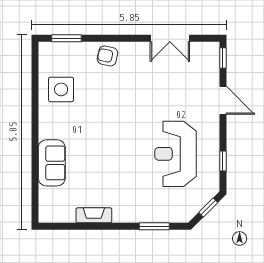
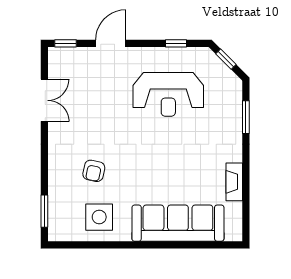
armchair: (107, 56) -> (94, 171), moved
sofa: (52, 163) -> (178, 223), width x1.85, depth x1.27

